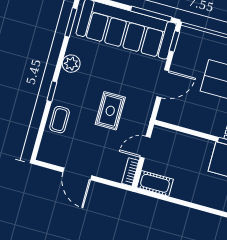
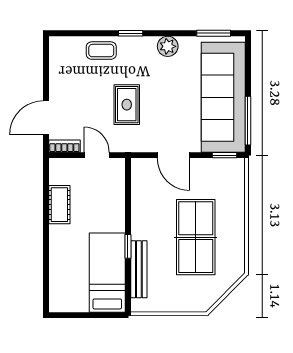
rug: (110, 111) -> (127, 105), turned 90
door: (77, 174) -> (46, 118), moved
cot: (155, 183) -> (59, 205), moved

